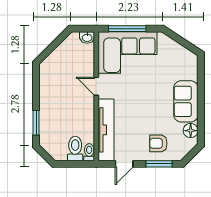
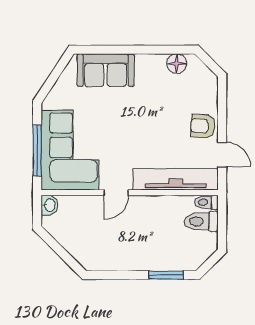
sofa: (186, 101) -> (106, 70), moved
armchair: (158, 143) -> (203, 126), moved, turned 94
window: (159, 164) -> (222, 107), removed

